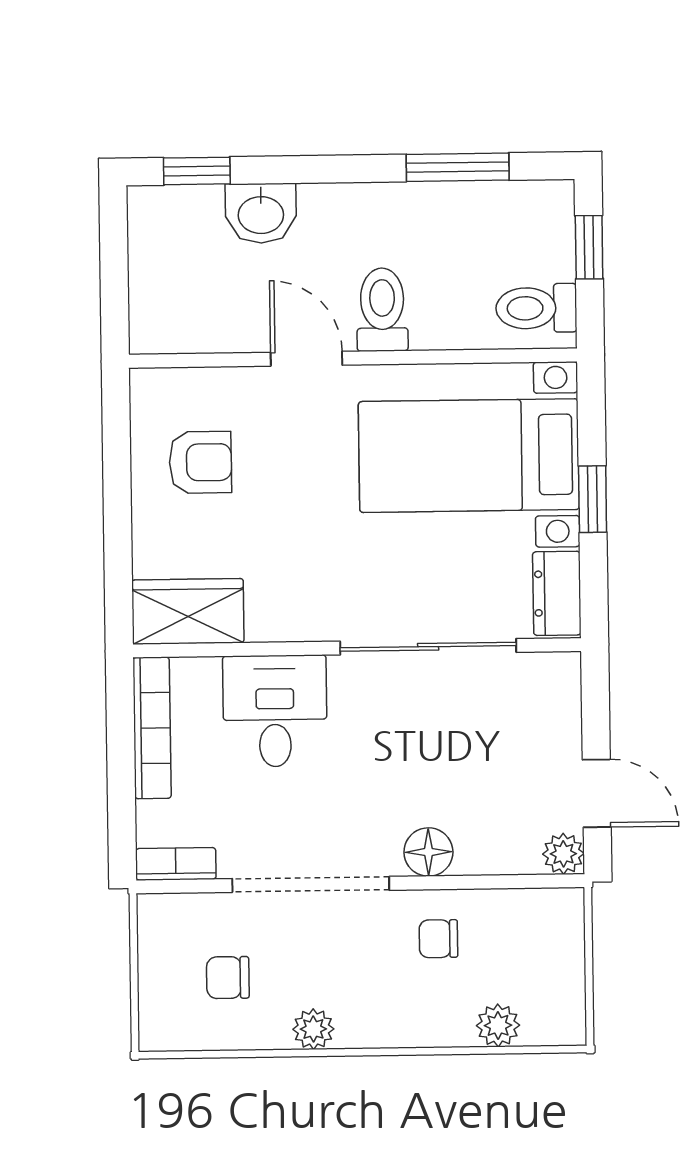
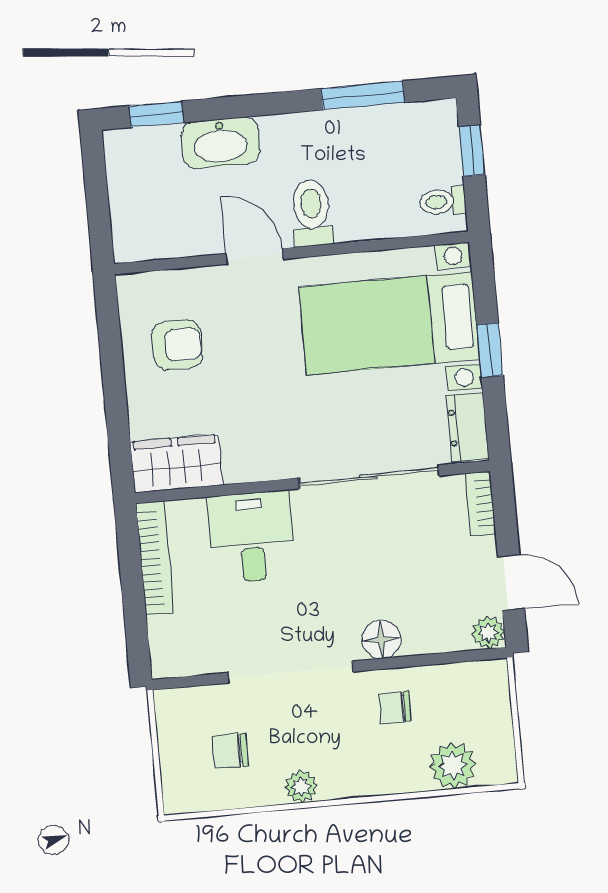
washbasin: (261, 213) -> (221, 143), width x1.38
toilet: (536, 308) -> (443, 201), width x0.73, depth x0.72
bookcase: (176, 864) -> (480, 504), moved, turned -90
plant: (498, 1025) -> (453, 765), width x1.38, depth x1.38

